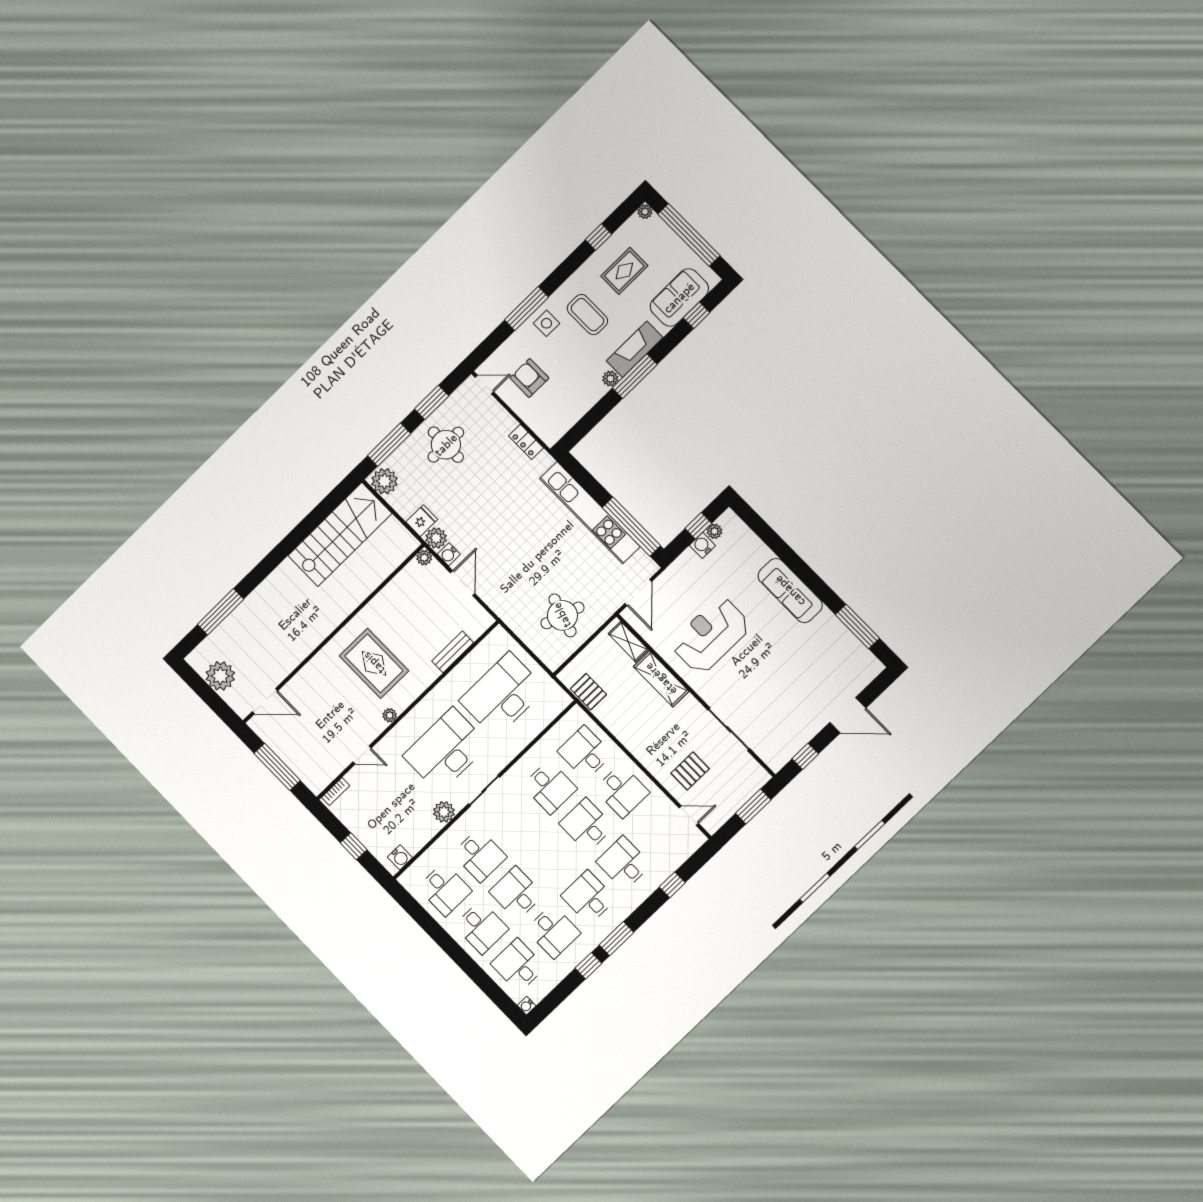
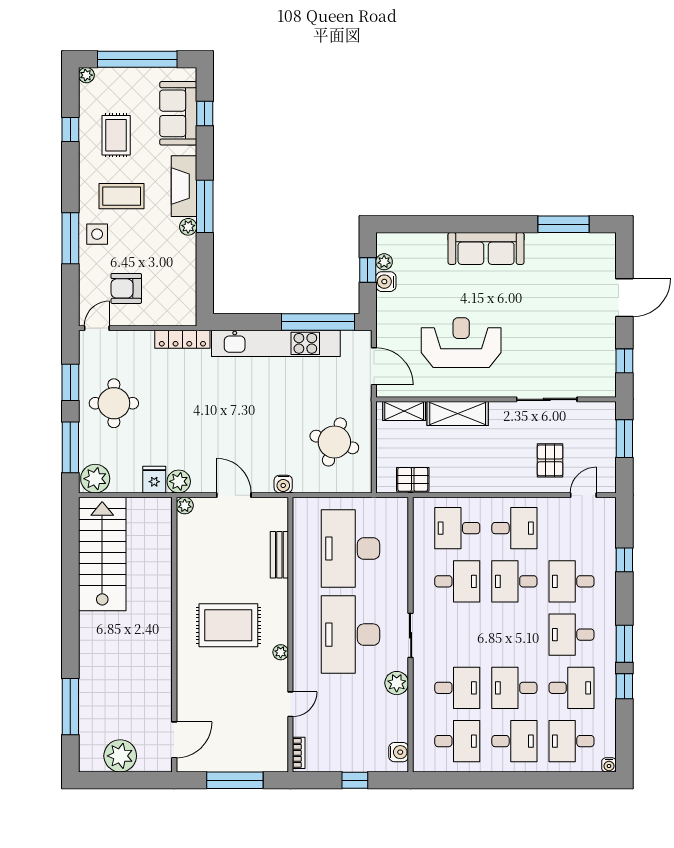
locker: (526, 442) -> (182, 339), width x1.53
water cooler: (449, 554) -> (283, 484), moved
reception desk: (711, 635) -> (461, 343), turned 90

